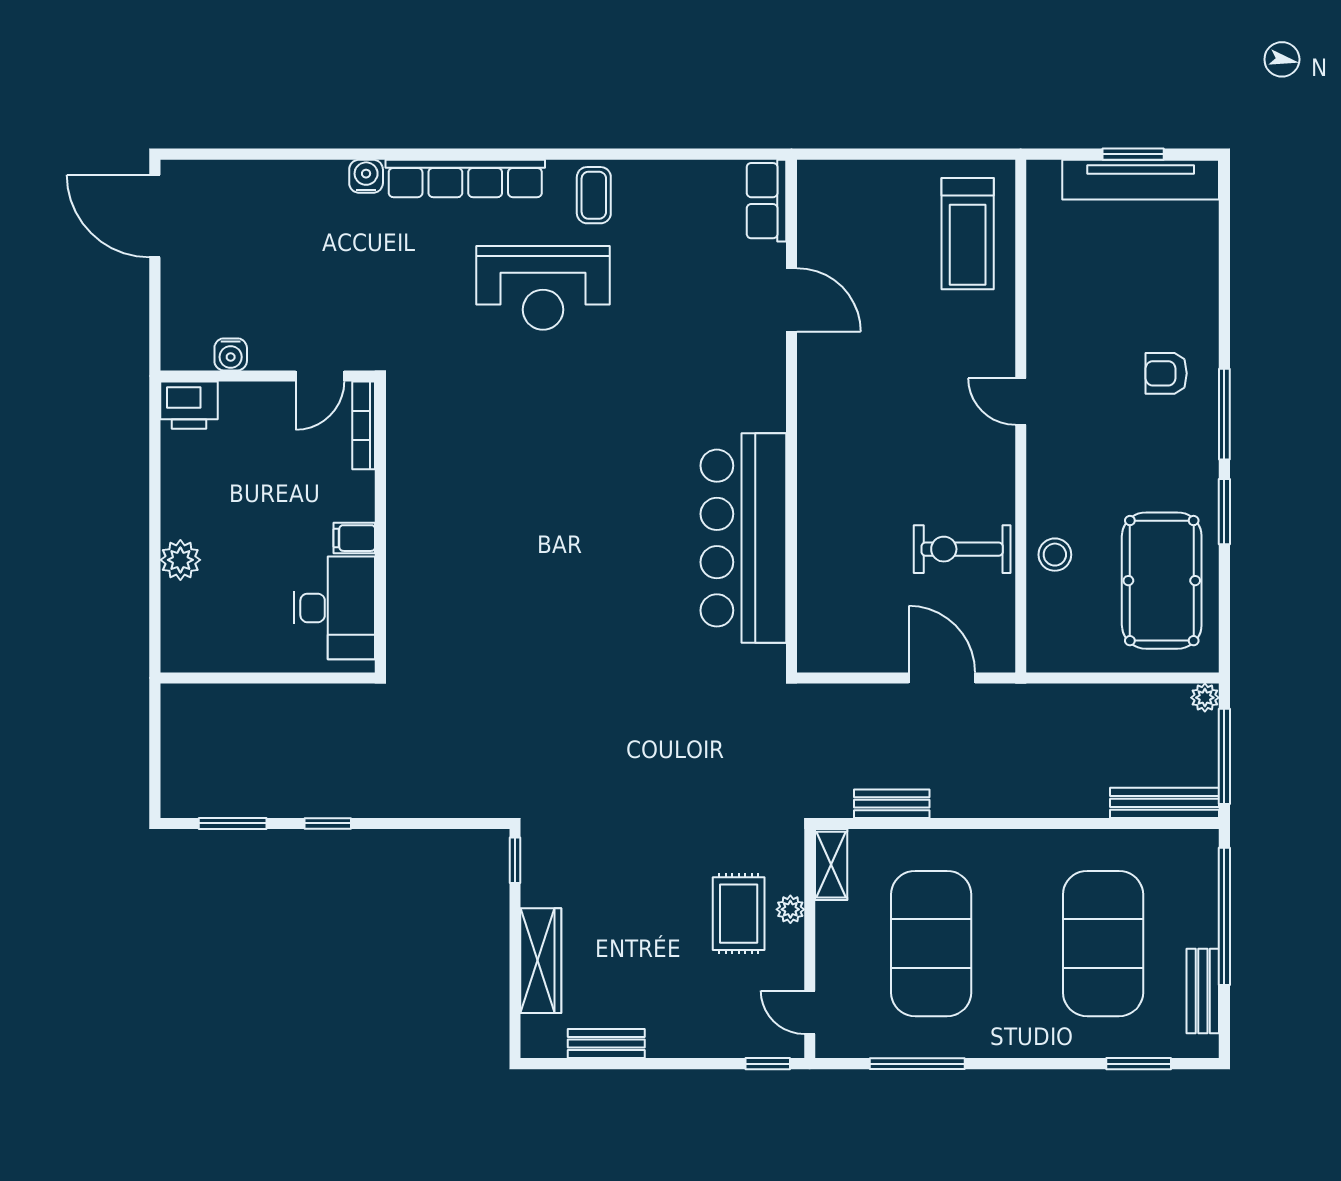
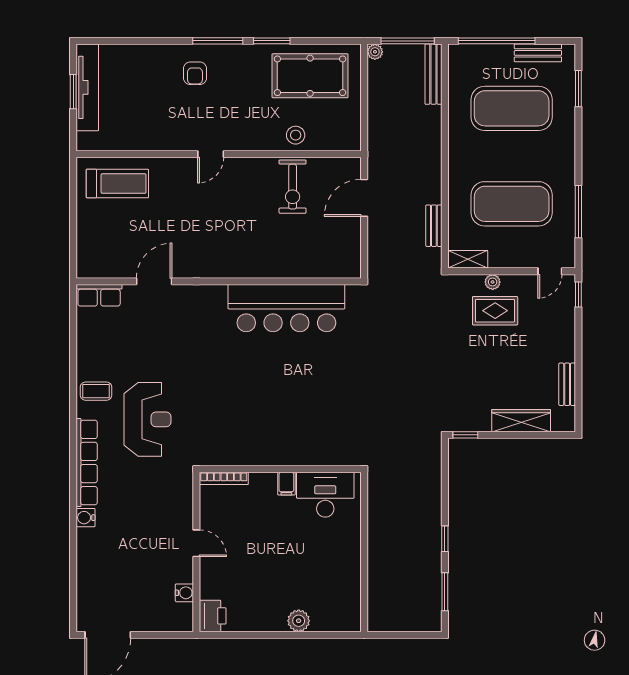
bookcase: (364, 425) -> (224, 478), moved
wall: (380, 527) -> (280, 469), moved
filing cabinet: (354, 538) -> (286, 484), moved
desk: (334, 608) -> (325, 495), moved

